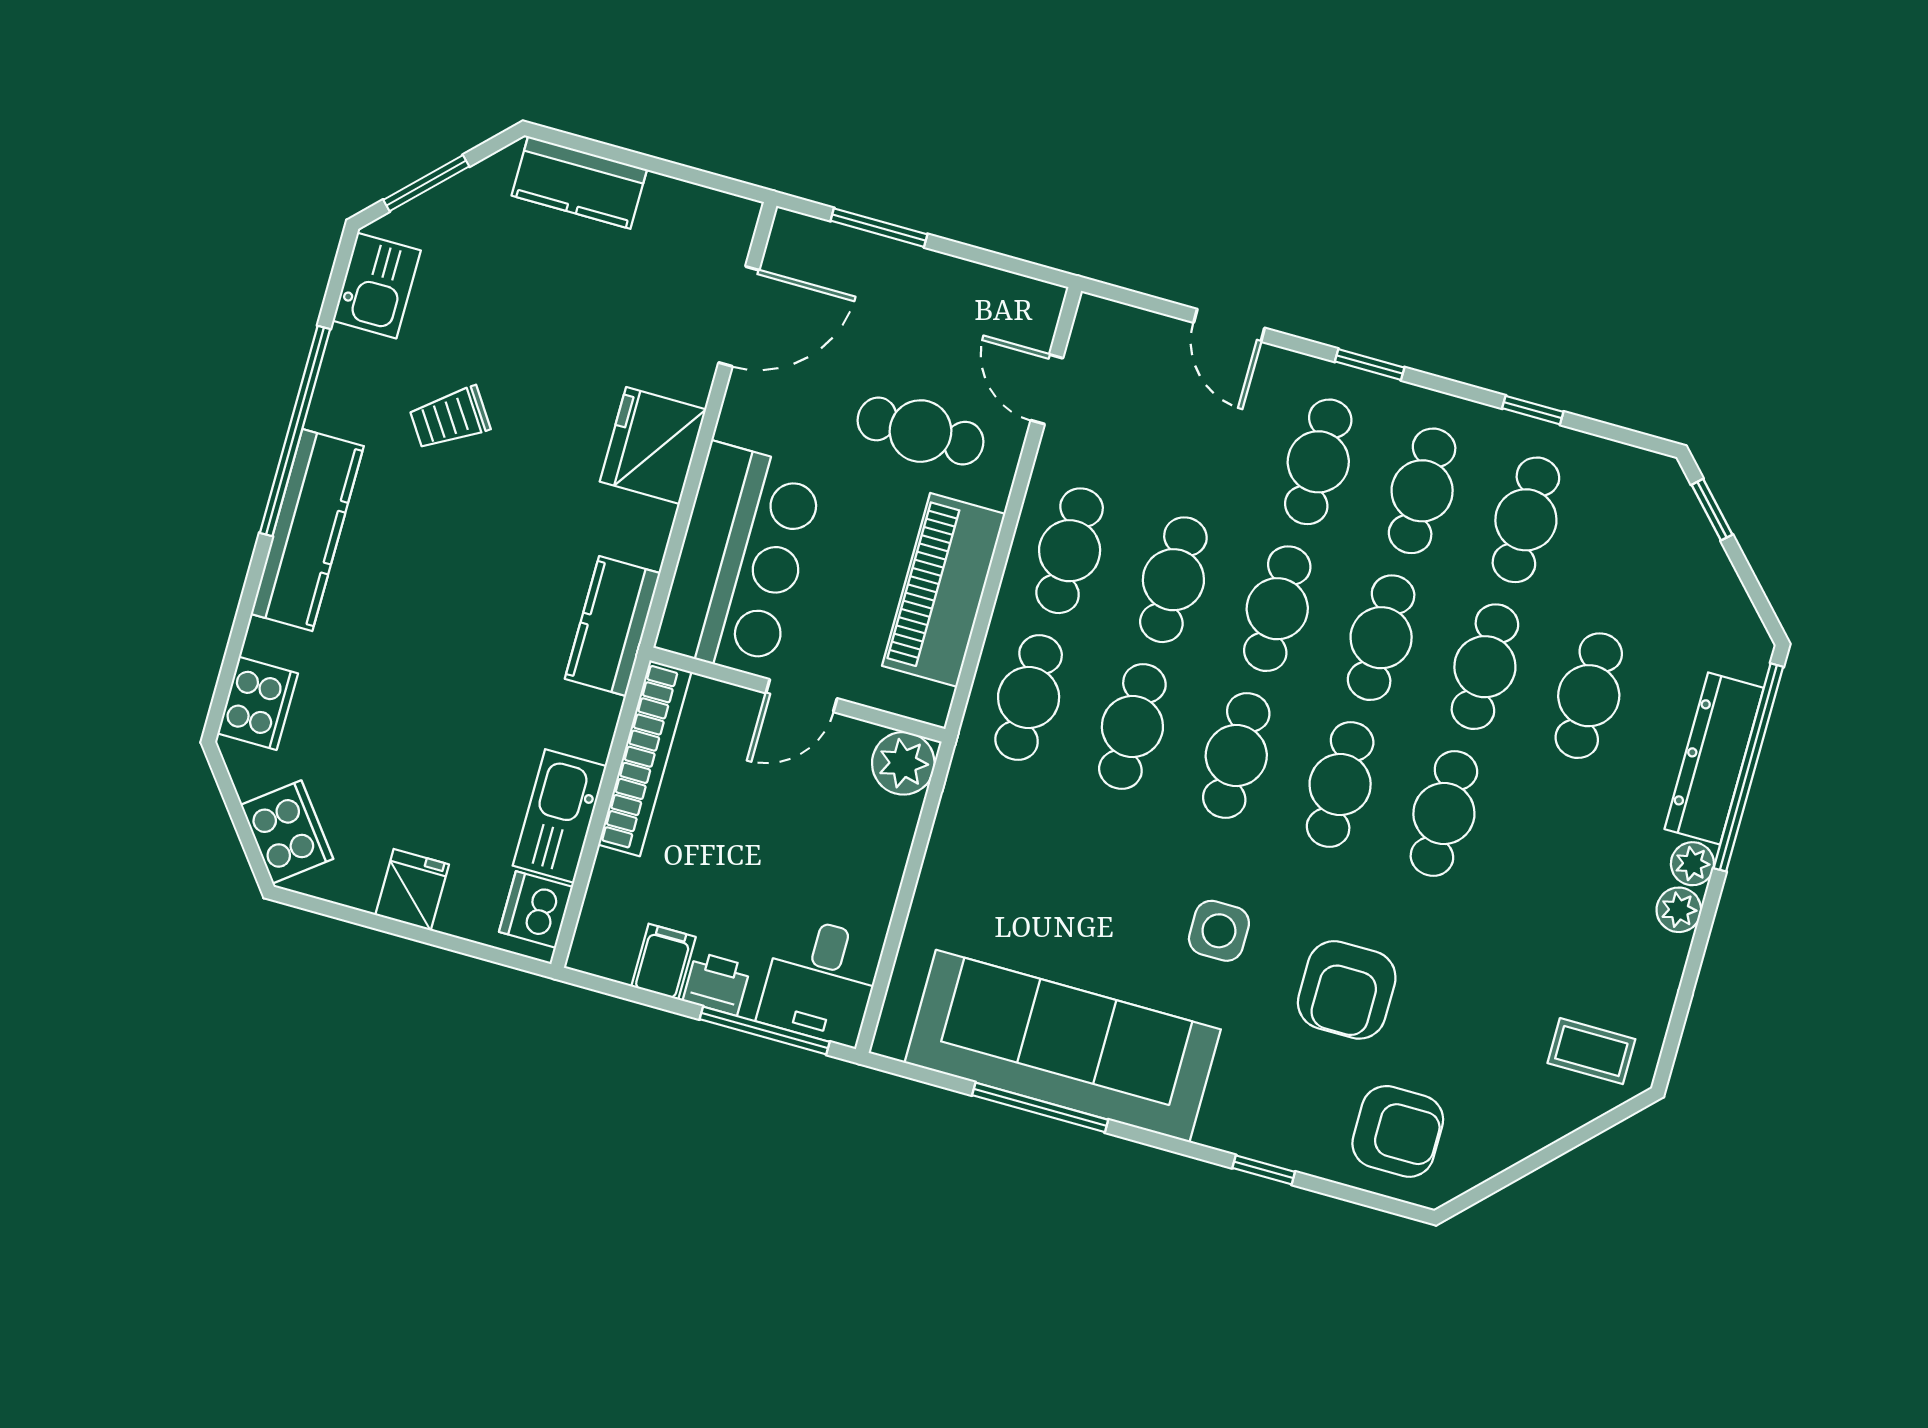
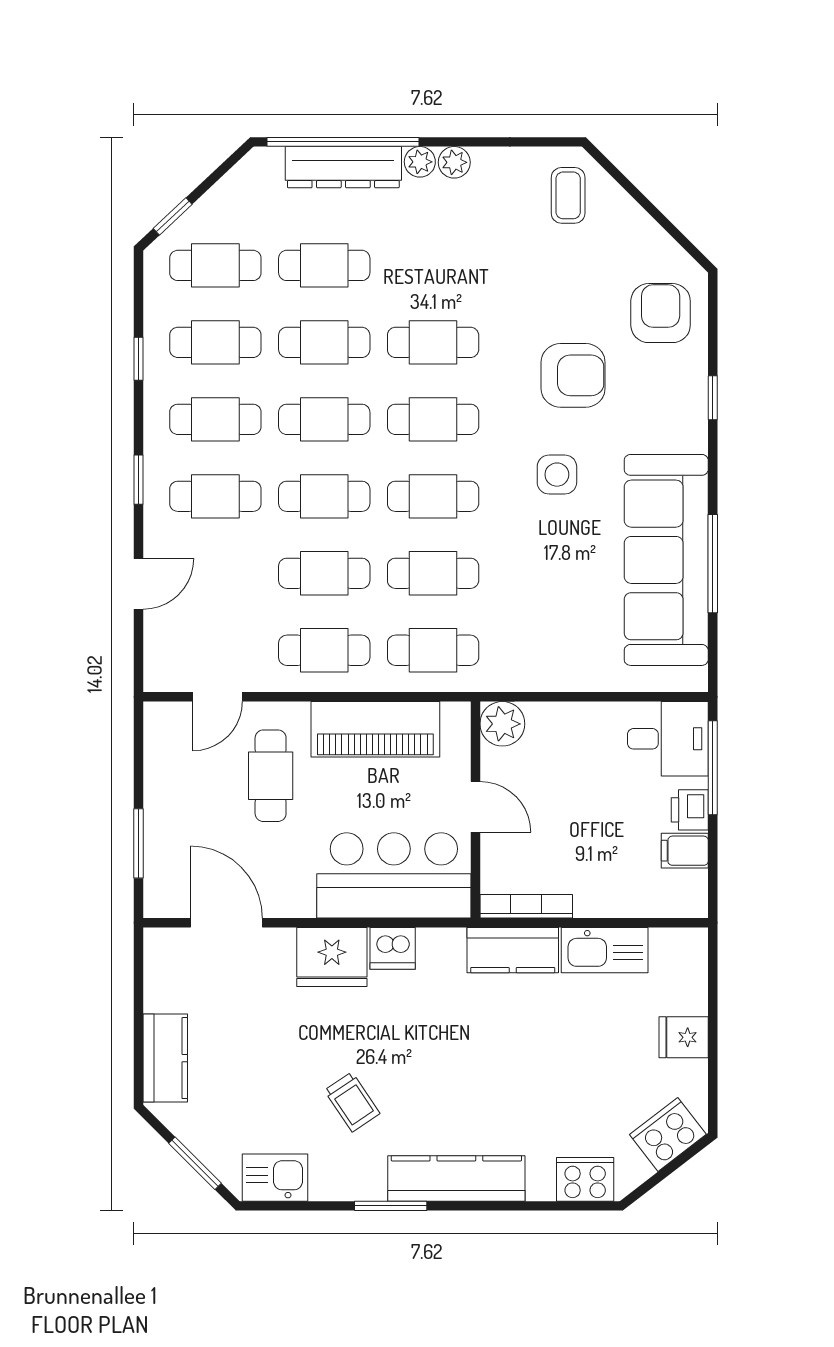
window: (295, 431) -> (391, 1206), width x0.47
cafe table: (1630, 549) -> (215, 265), added
kitchen counter: (613, 626) -> (513, 950), moved
bookcase: (645, 758) -> (526, 906), width x0.68, depth x0.76
dishwasher: (536, 909) -> (393, 948), moved

